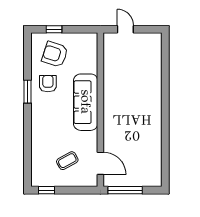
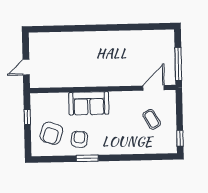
window: (54, 29) -> (27, 117), moved
armchair: (48, 84) -> (79, 139), turned 97
sofa: (86, 102) -> (89, 103), width x0.73

